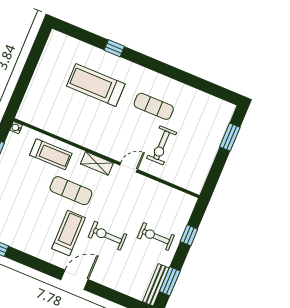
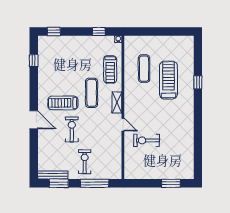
exercise mat: (154, 106) -> (144, 69), moved
treadmill: (68, 233) -> (63, 103), turned 180
window: (189, 235) -> (95, 183), width x2.17

